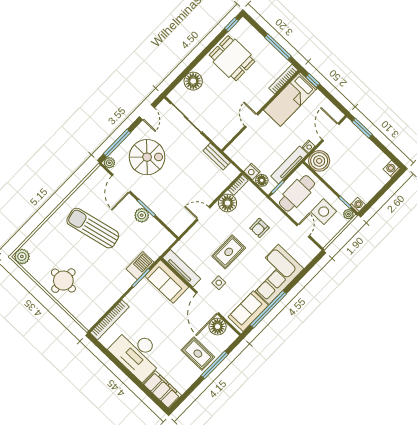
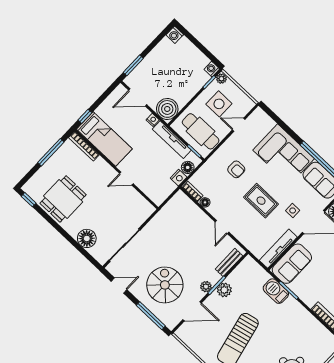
bench: (217, 156) -> (229, 262), moved
plant: (109, 163) -> (206, 287), moved
floor lamp: (228, 203) -> (205, 202), width x0.53, depth x0.53

